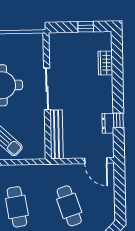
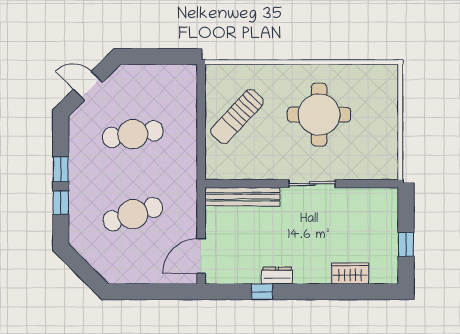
sliding door: (47, 89) -> (312, 184), width x0.73
dresser: (108, 123) -> (277, 276), moved

